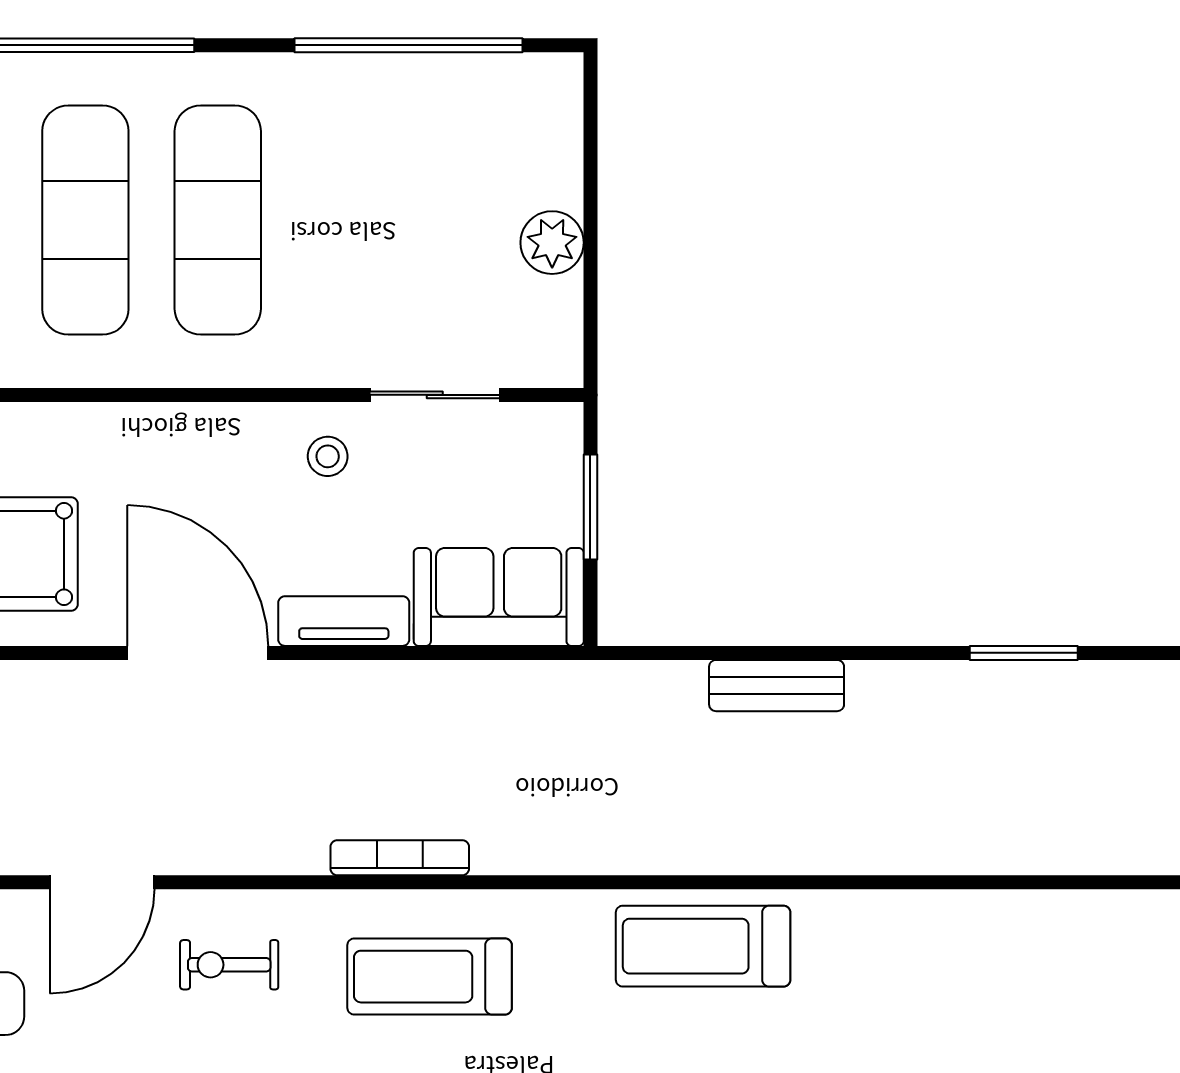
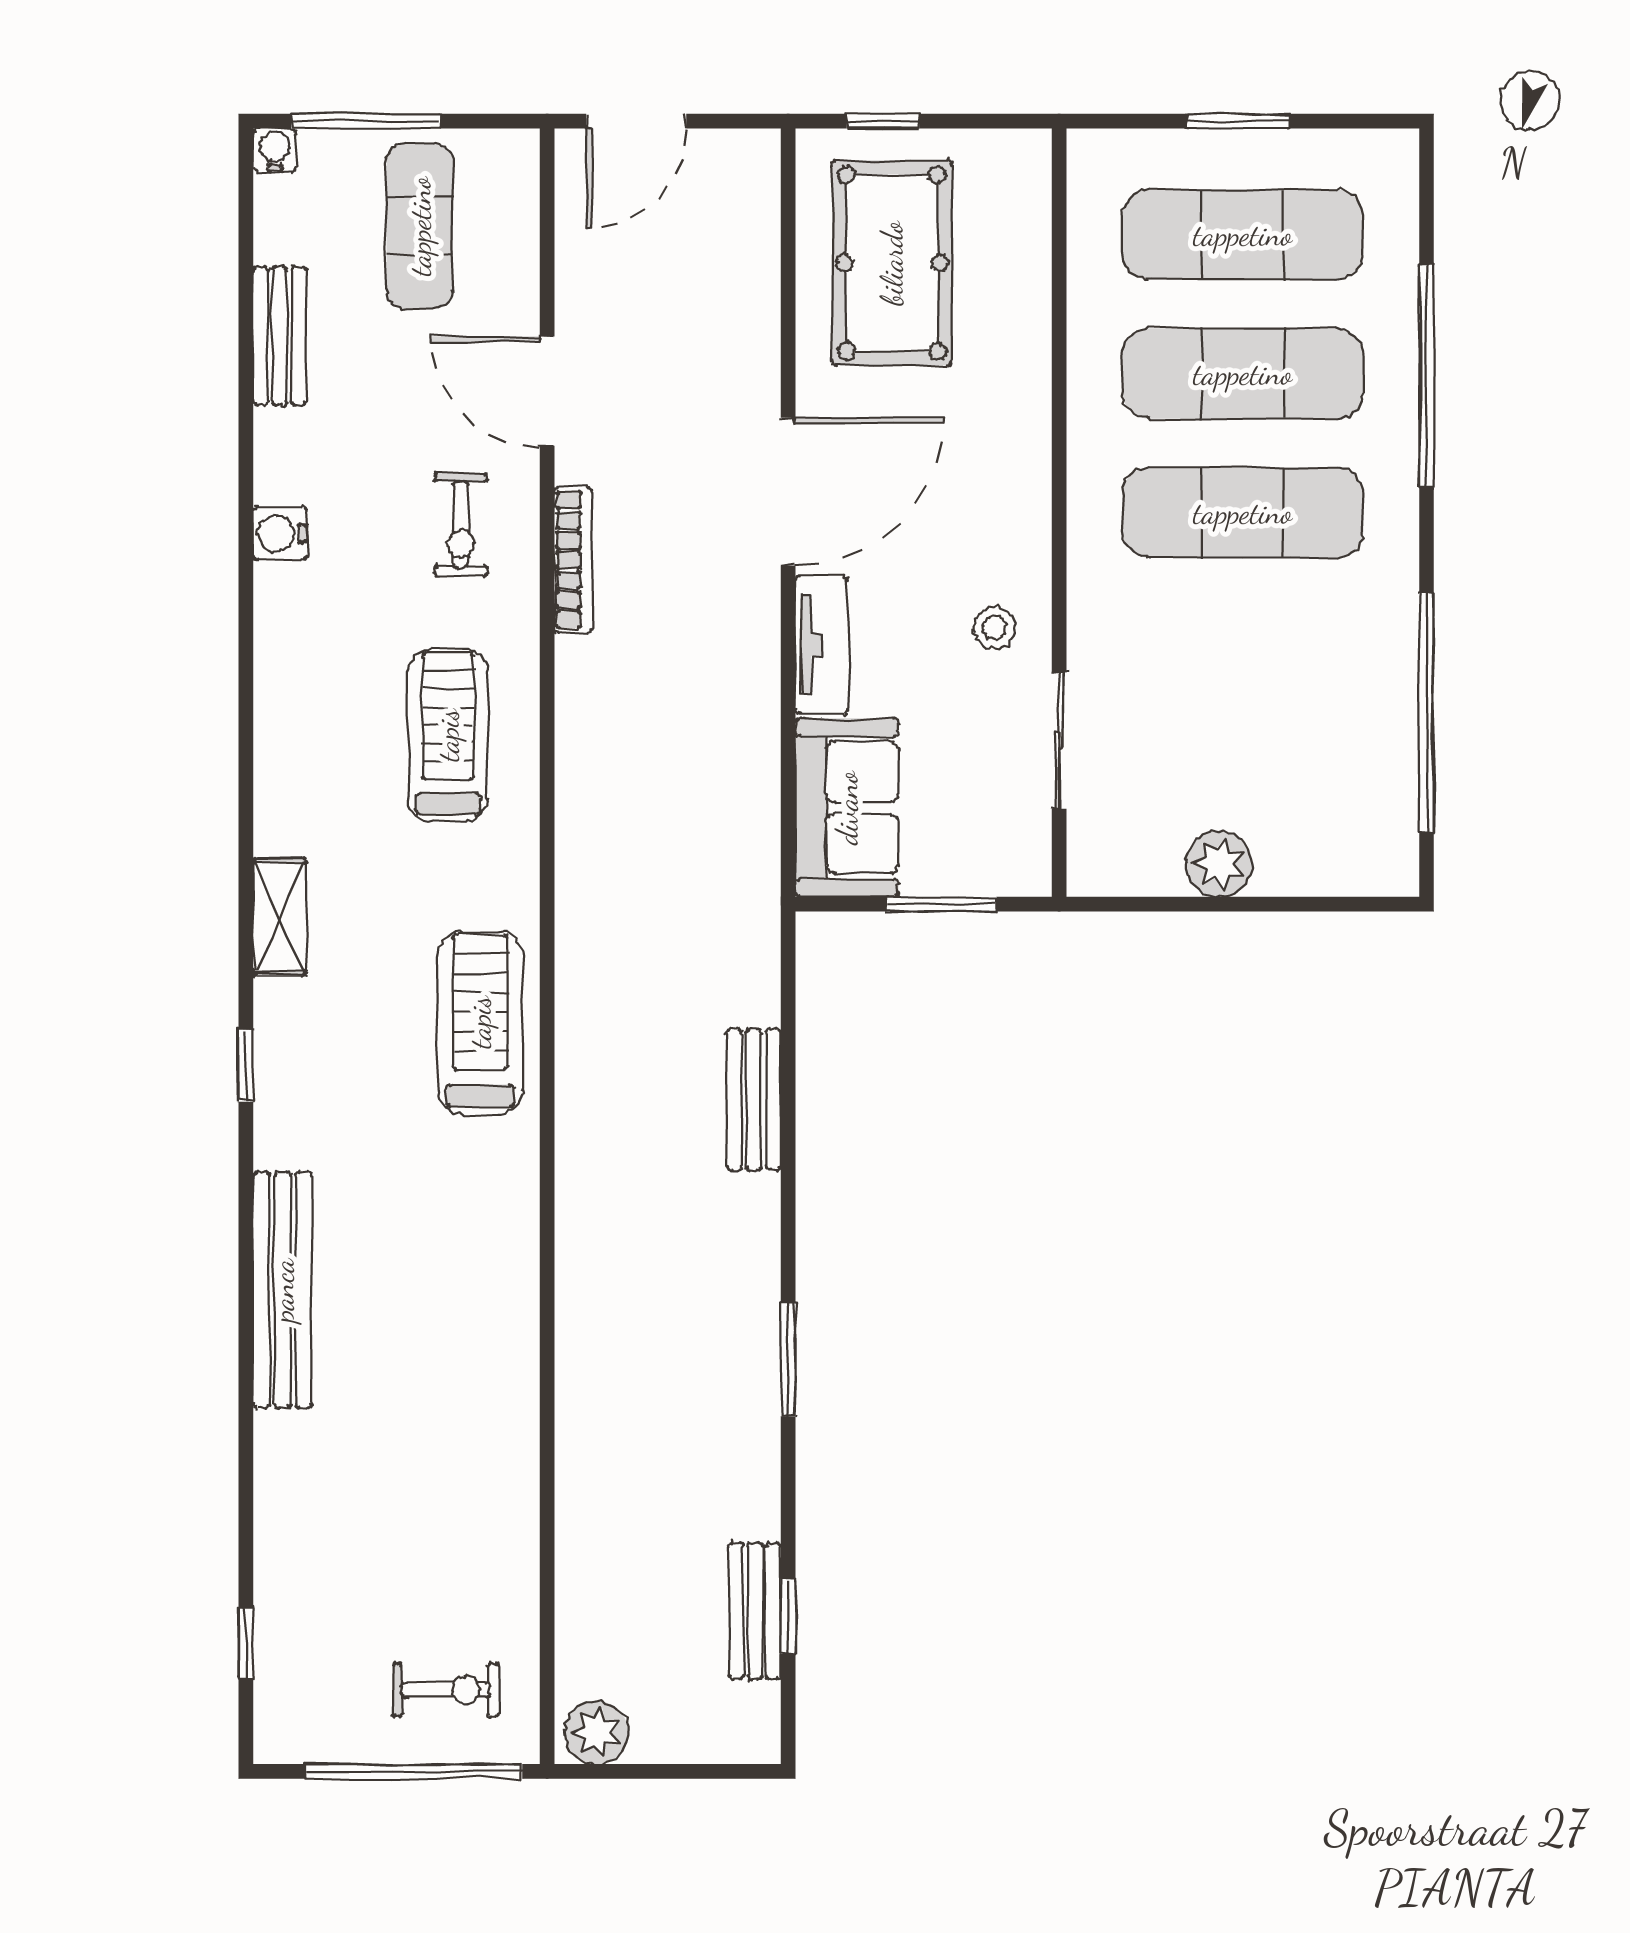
bookcase: (400, 858) -> (573, 560), moved
exercise bike: (229, 965) -> (461, 525), turned 180

